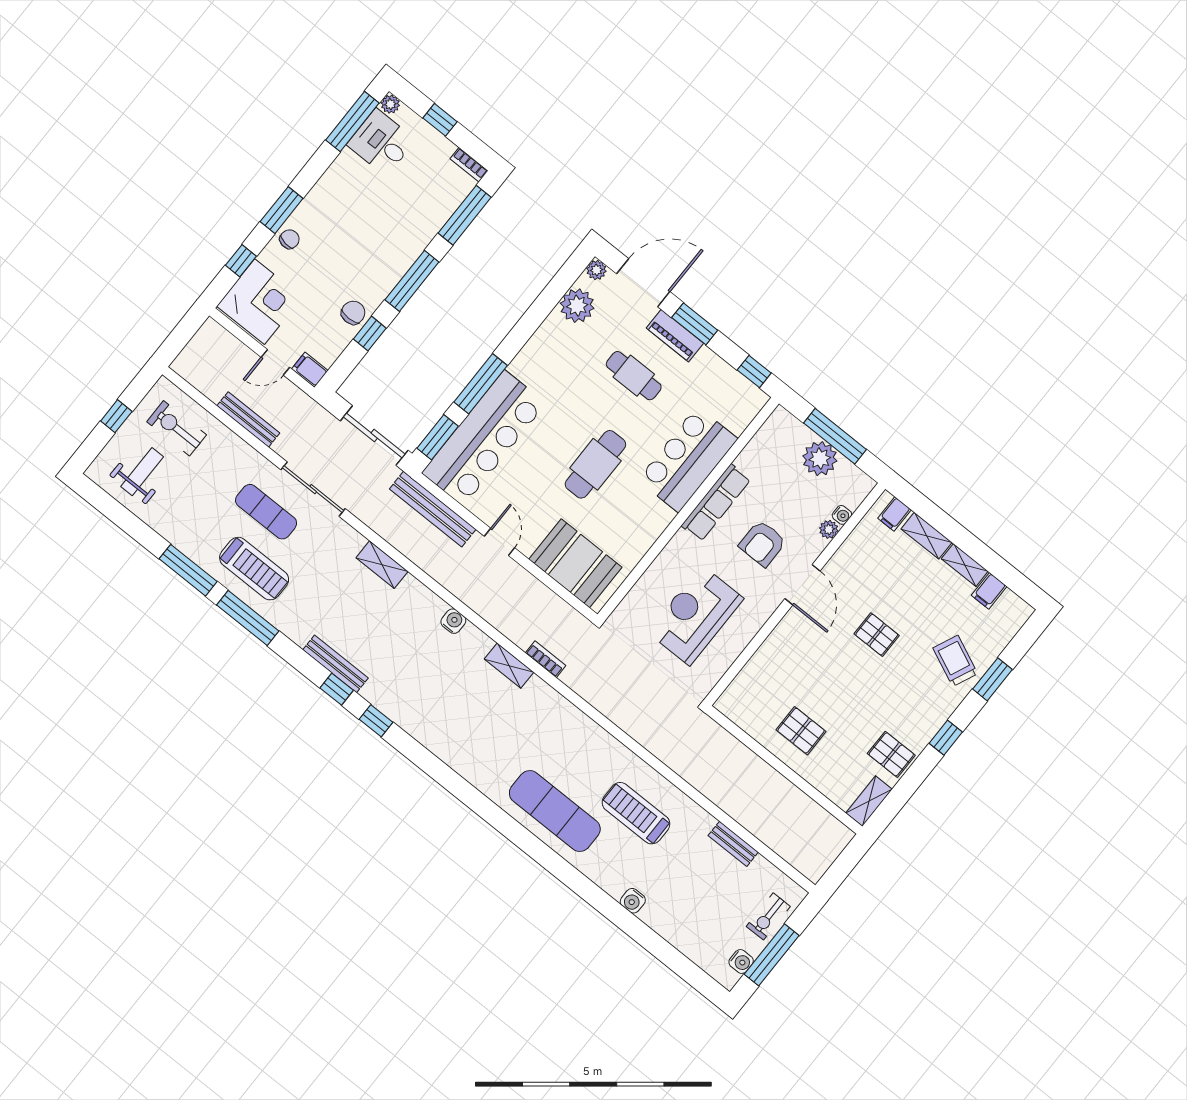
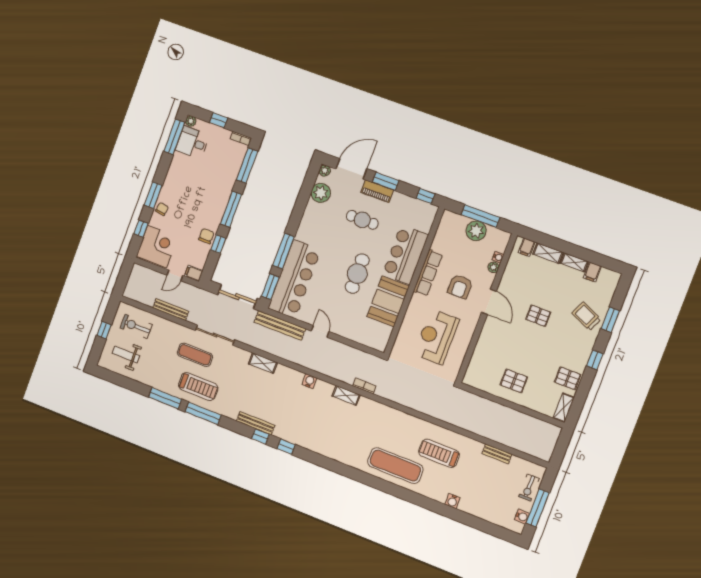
weight bench: (142, 472) -> (126, 354), turned -90
booth: (575, 563) -> (388, 301), moved, turned 90

